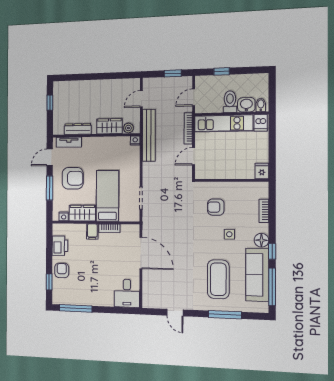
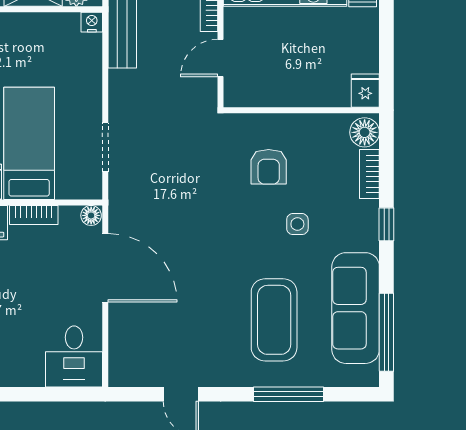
armchair: (216, 207) -> (269, 167), turned -90
floor lamp: (135, 229) -> (91, 215), added
floor lamp: (261, 240) -> (365, 132), moved
window: (272, 251) -> (386, 224), moved

